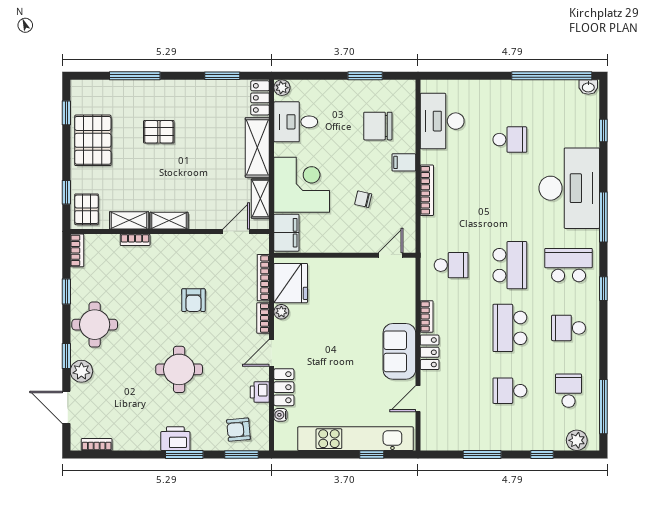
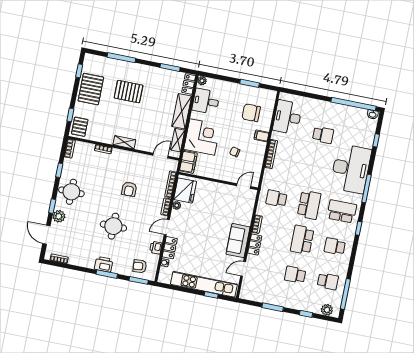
pallet: (159, 132) -> (129, 92), width x1.50, depth x1.42
shelving: (129, 220) -> (102, 138), removed
school desk: (451, 265) -> (276, 198), turned 180
school desk: (569, 391) -> (328, 281), turned 90

